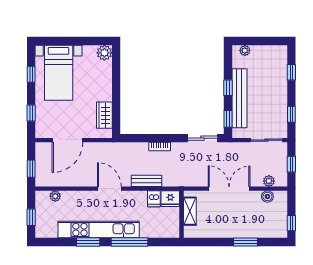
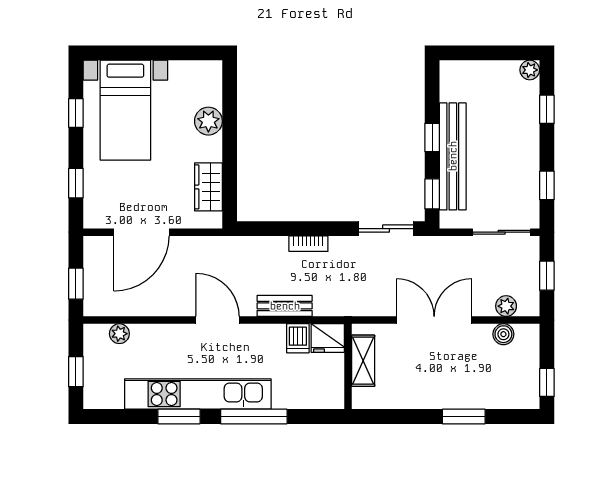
plant: (245, 50) -> (530, 70), moved
plant: (104, 53) -> (208, 121), moved

